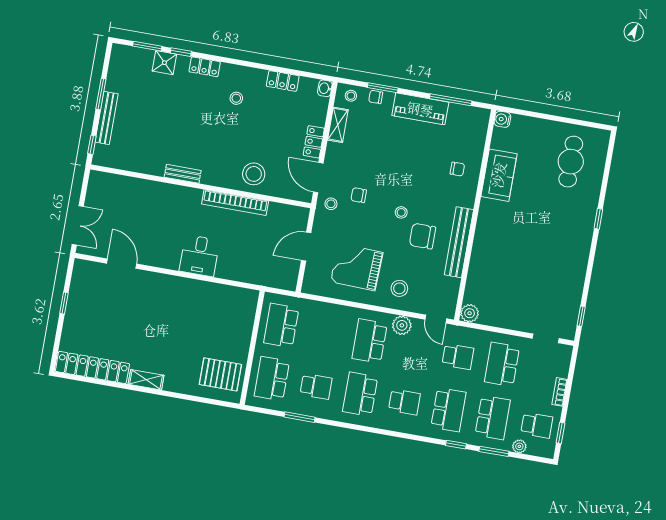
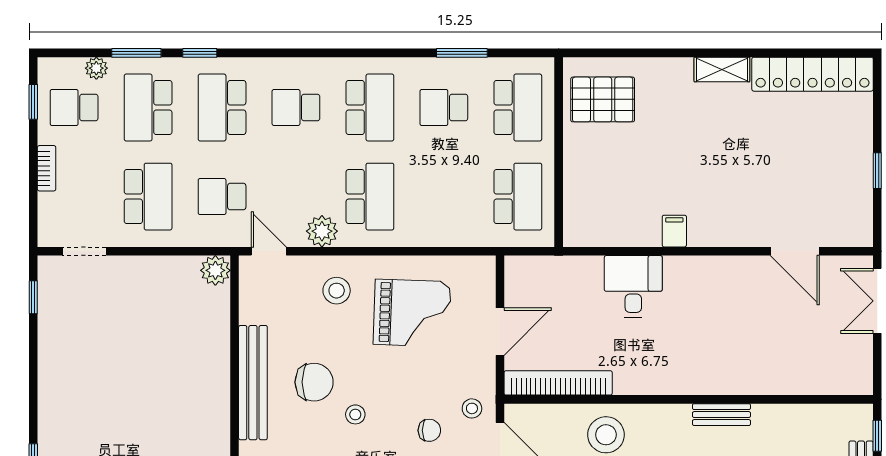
bookcase: (235, 203) -> (558, 383), moved
desk: (199, 256) -> (633, 286), moved
filing cabinet: (191, 288) -> (674, 231), added

